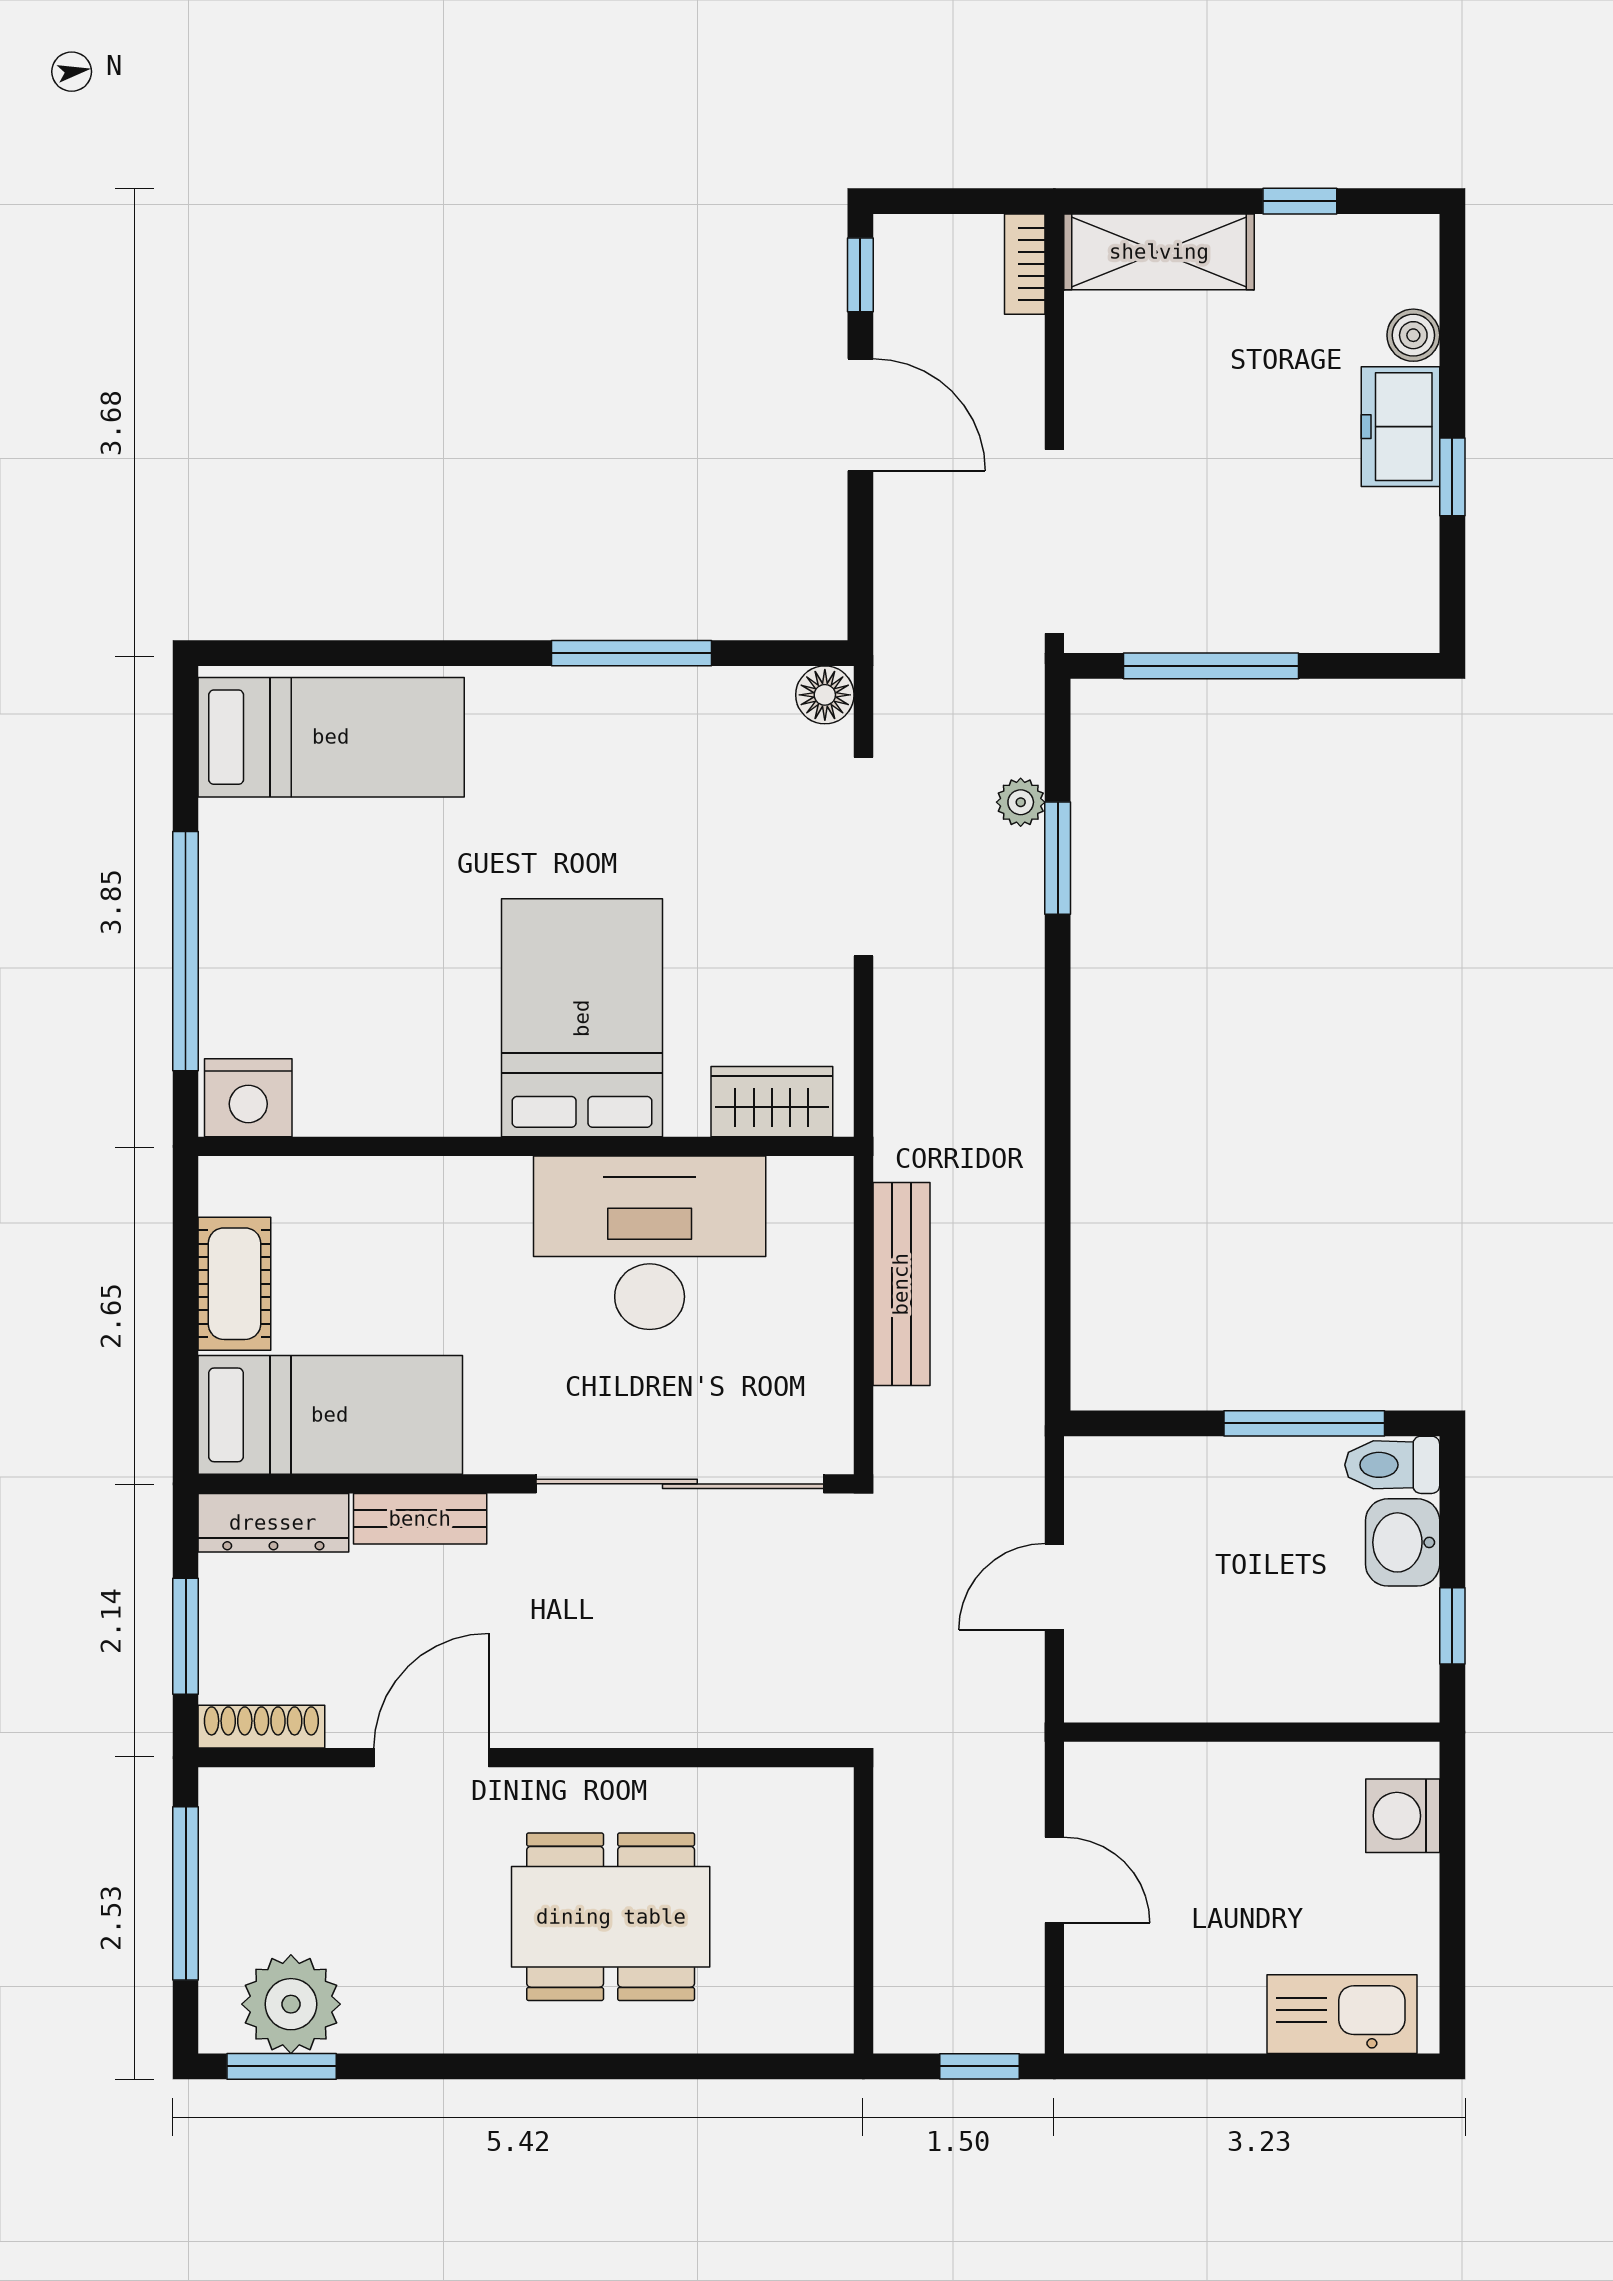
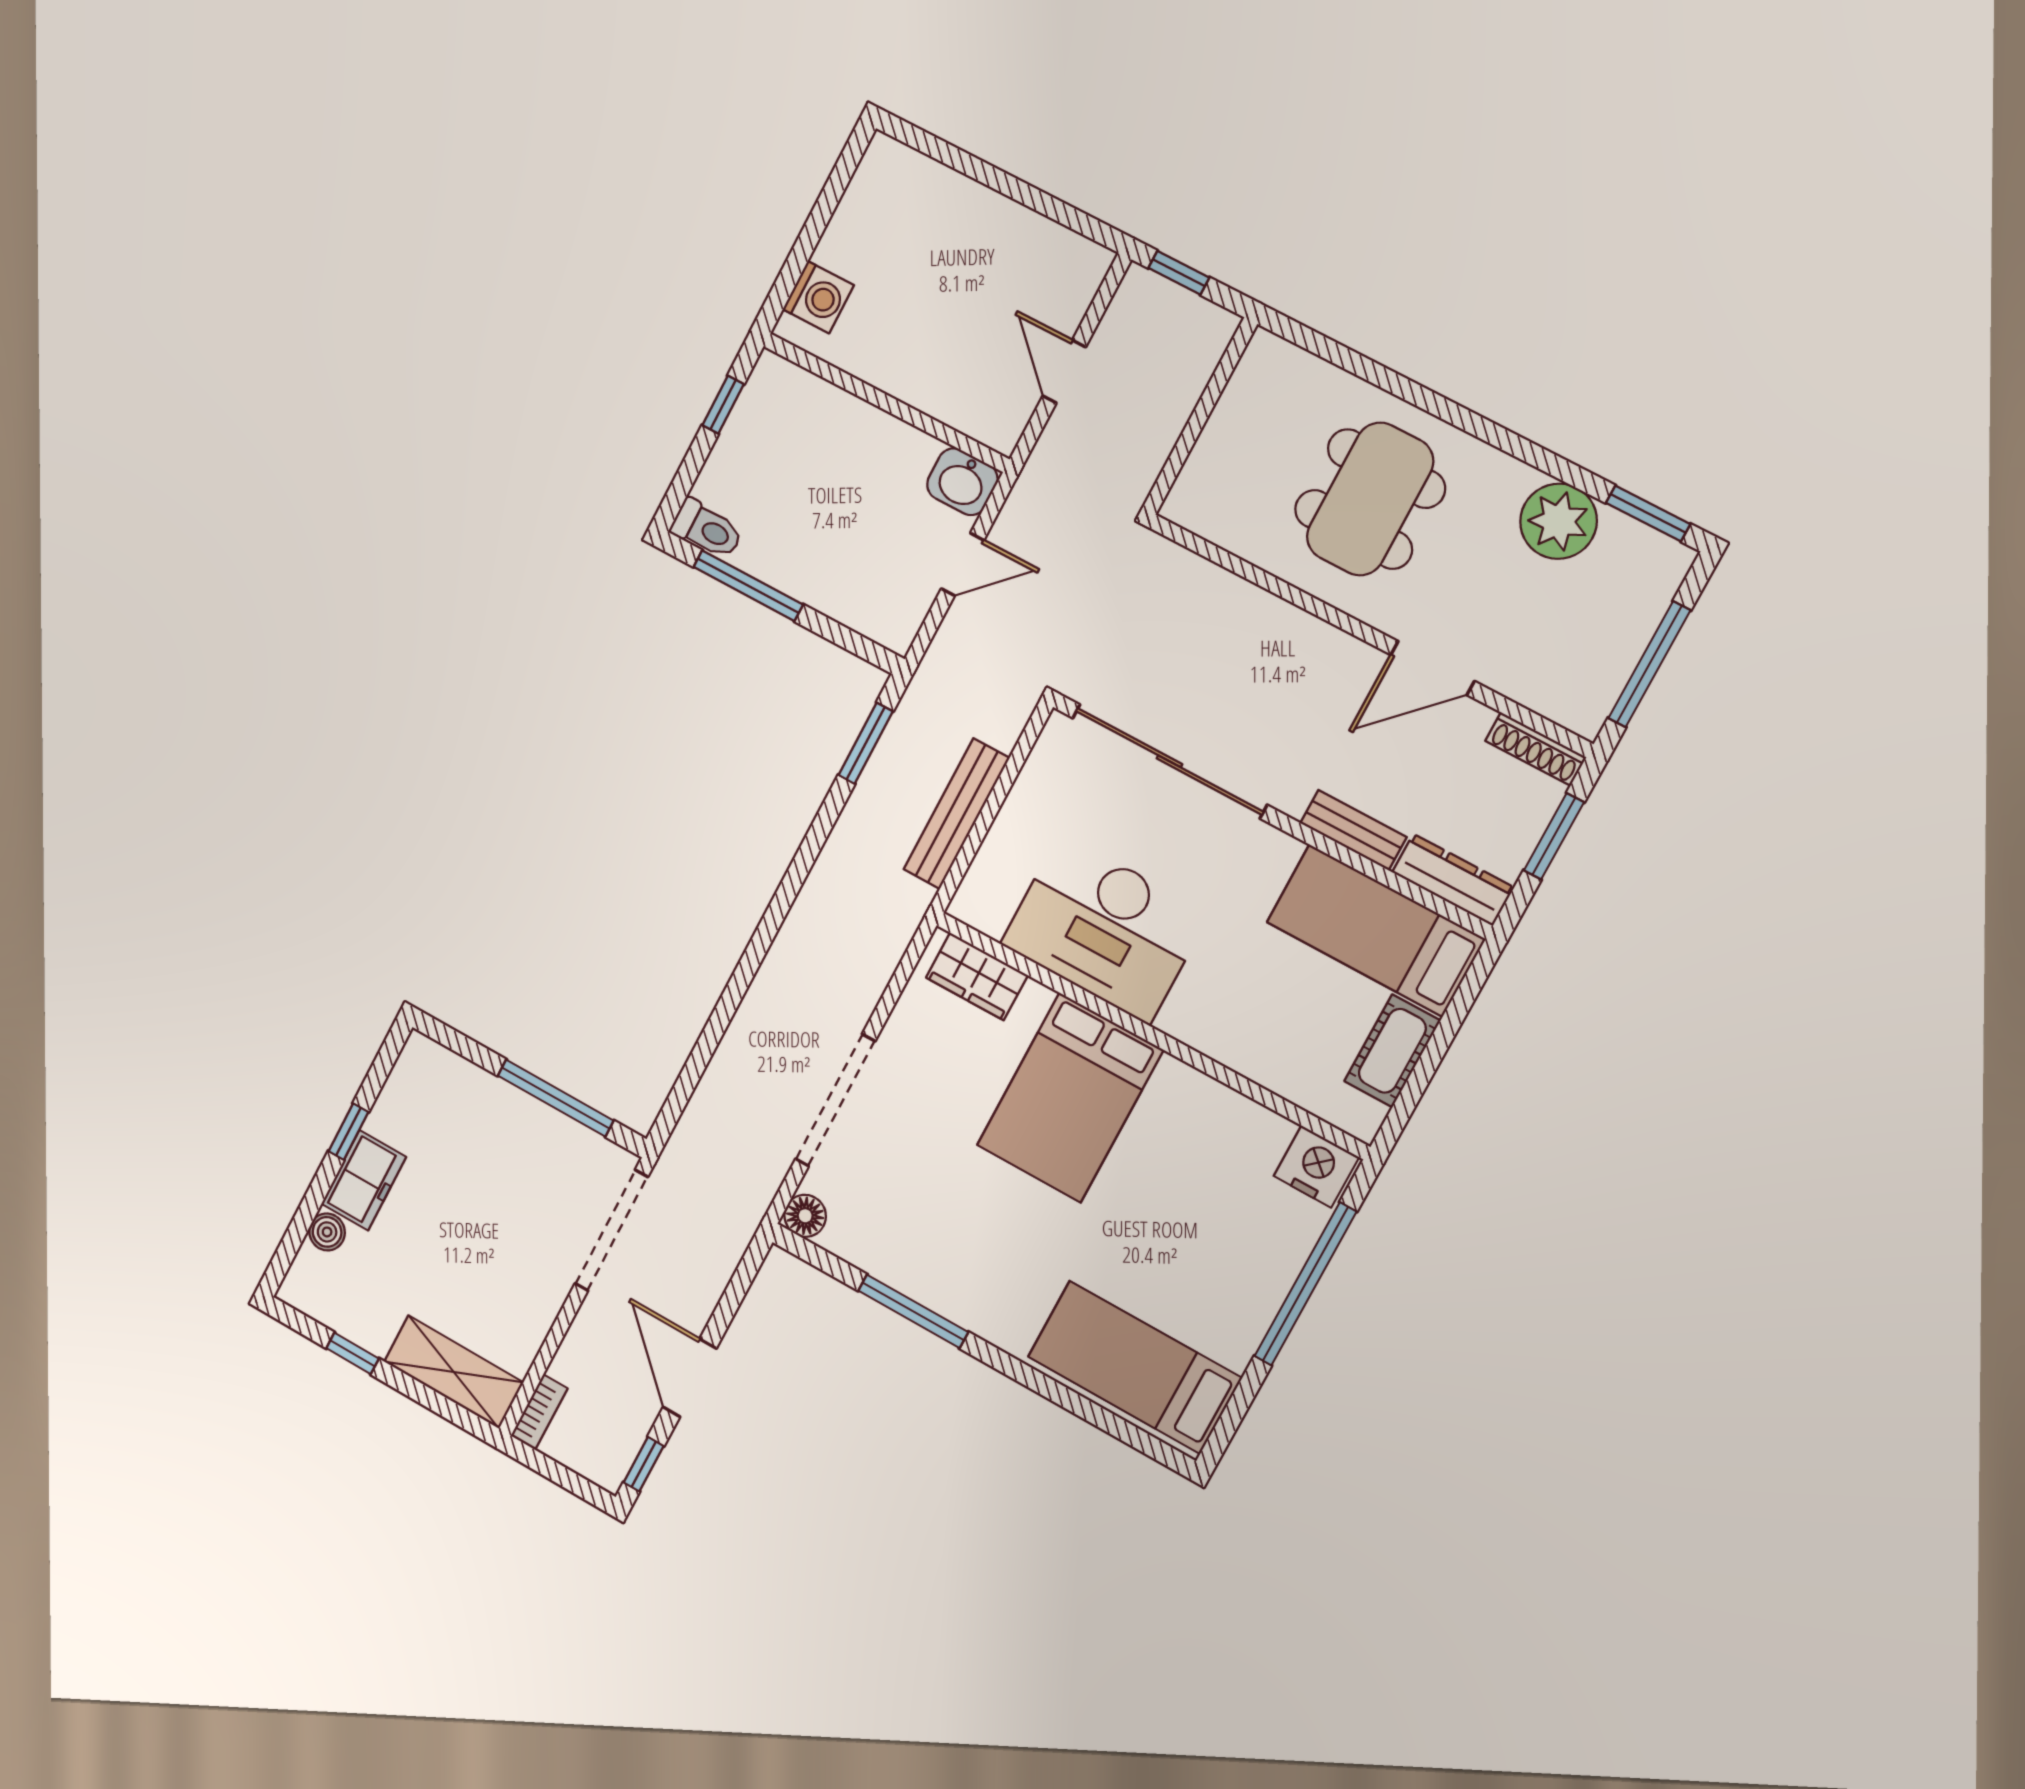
plant: (1021, 802) -> (718, 1079), removed
window: (1058, 858) -> (866, 743), moved
washbasin: (1403, 1542) -> (962, 482), moved, turned 90
dining table: (611, 1917) -> (1370, 499), turned 90
plant: (291, 2004) -> (1559, 521), moved
kitchen sink: (1342, 2014) -> (925, 186), removed

